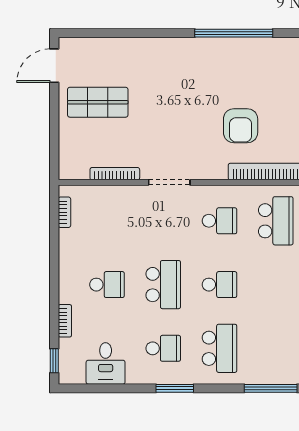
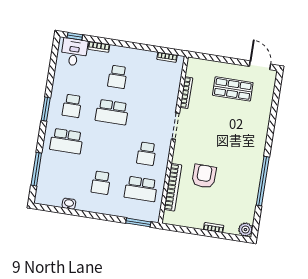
shop shelf: (98, 102) -> (233, 89), turned 90
armchair: (241, 126) -> (204, 176), turned 91
school desk: (220, 285) -> (101, 183), moved
desk: (106, 363) -> (74, 52), moved, turned 90

